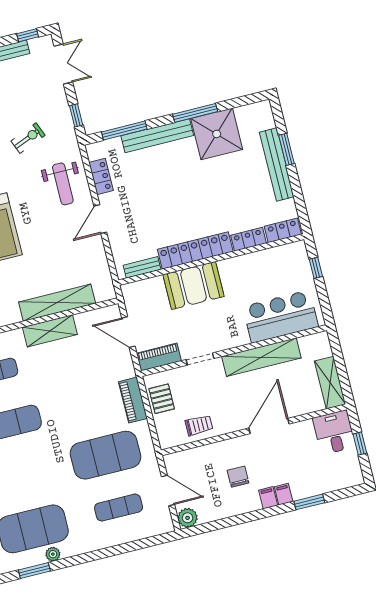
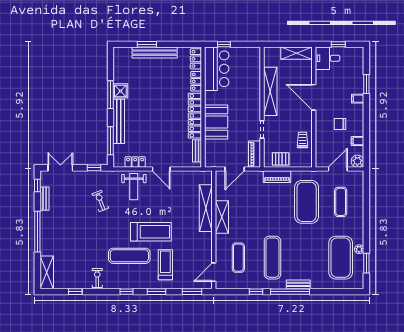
shower: (217, 134) -> (120, 91), width x0.54, depth x0.54
weight bench: (63, 184) -> (134, 187), turned 90
bar counter: (280, 317) -> (217, 69), moved, turned 180
filing cabinet: (268, 498) -> (358, 141), moved

